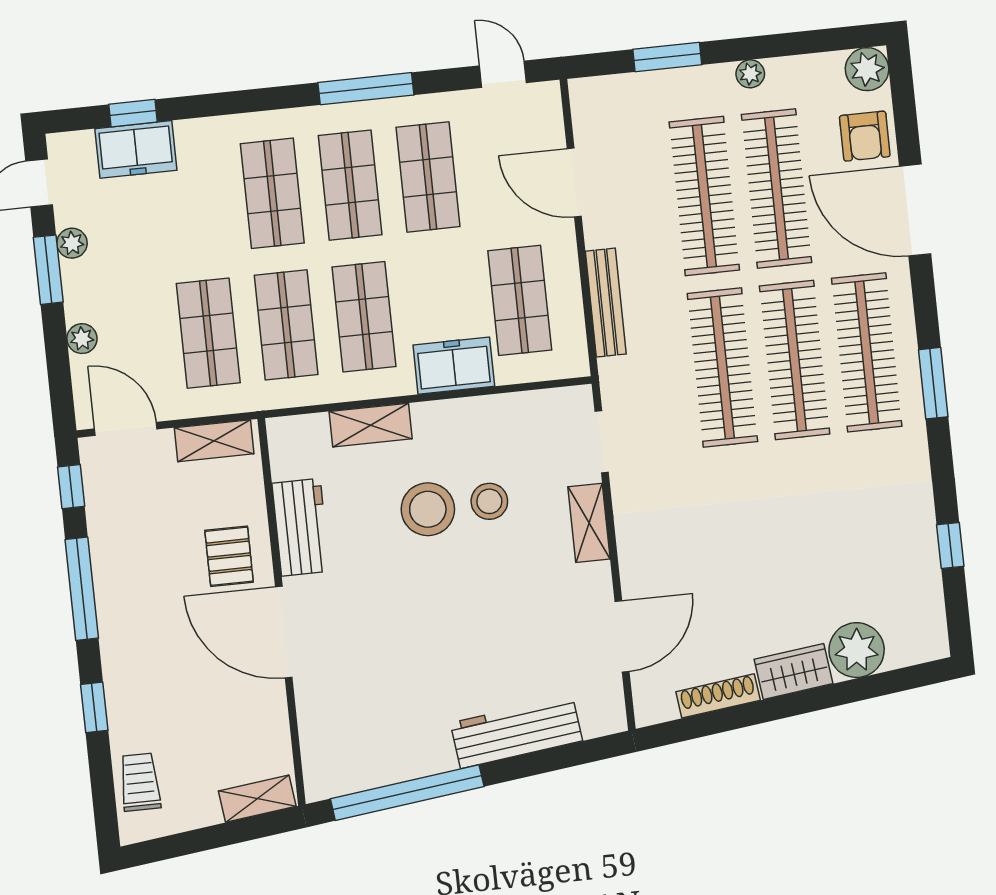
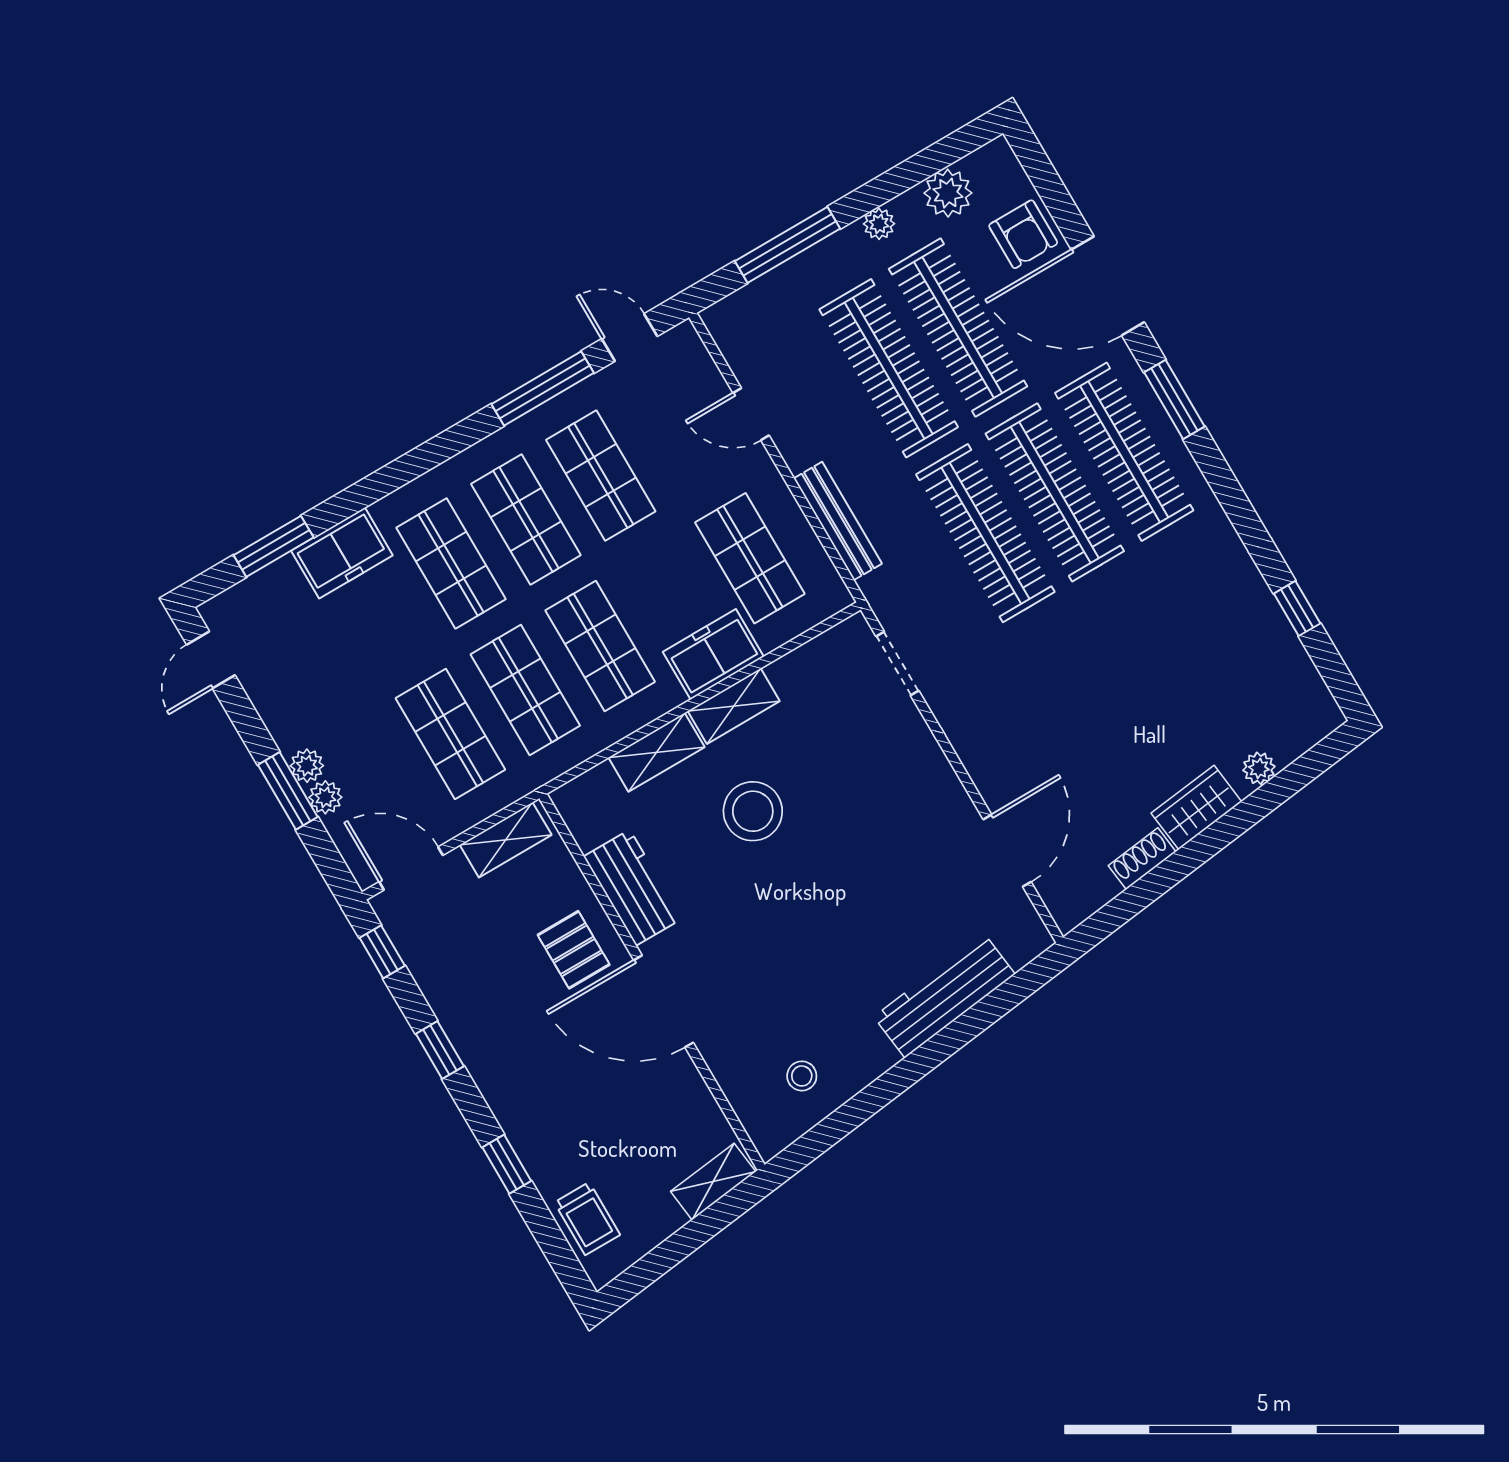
window: (667, 57) -> (787, 245), width x1.44
plant: (867, 69) -> (948, 193), moved
window: (366, 89) -> (543, 388), moved
window: (133, 113) -> (274, 546), width x1.50
freezer: (136, 149) -> (342, 553), moved
door: (574, 183) -> (751, 414), width x0.73
plant: (72, 243) -> (307, 766), moved
window: (48, 270) -> (288, 791), moved
window: (933, 383) -> (1174, 399), moved
stool: (489, 501) -> (802, 1076), moved, width x0.73, depth x0.73
shelving: (589, 523) -> (734, 706), moved, turned 90
window: (82, 589) -> (440, 1050), width x0.46
plant: (857, 650) -> (1259, 768), width x0.53, depth x0.53
shoe rack: (718, 696) -> (1142, 859), width x0.70
trolley: (140, 782) -> (587, 1219), turned 180
window: (407, 793) -> (862, 1107), removed

